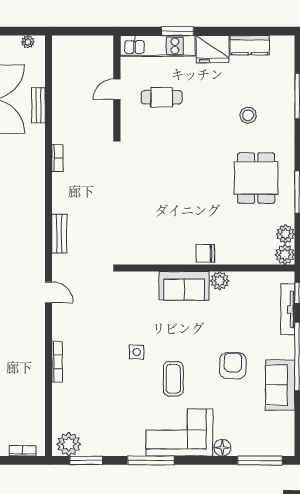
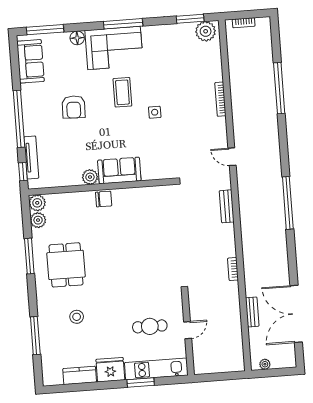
sofa: (280, 385) -> (30, 61), moved
window: (151, 460) -> (123, 24), moved

